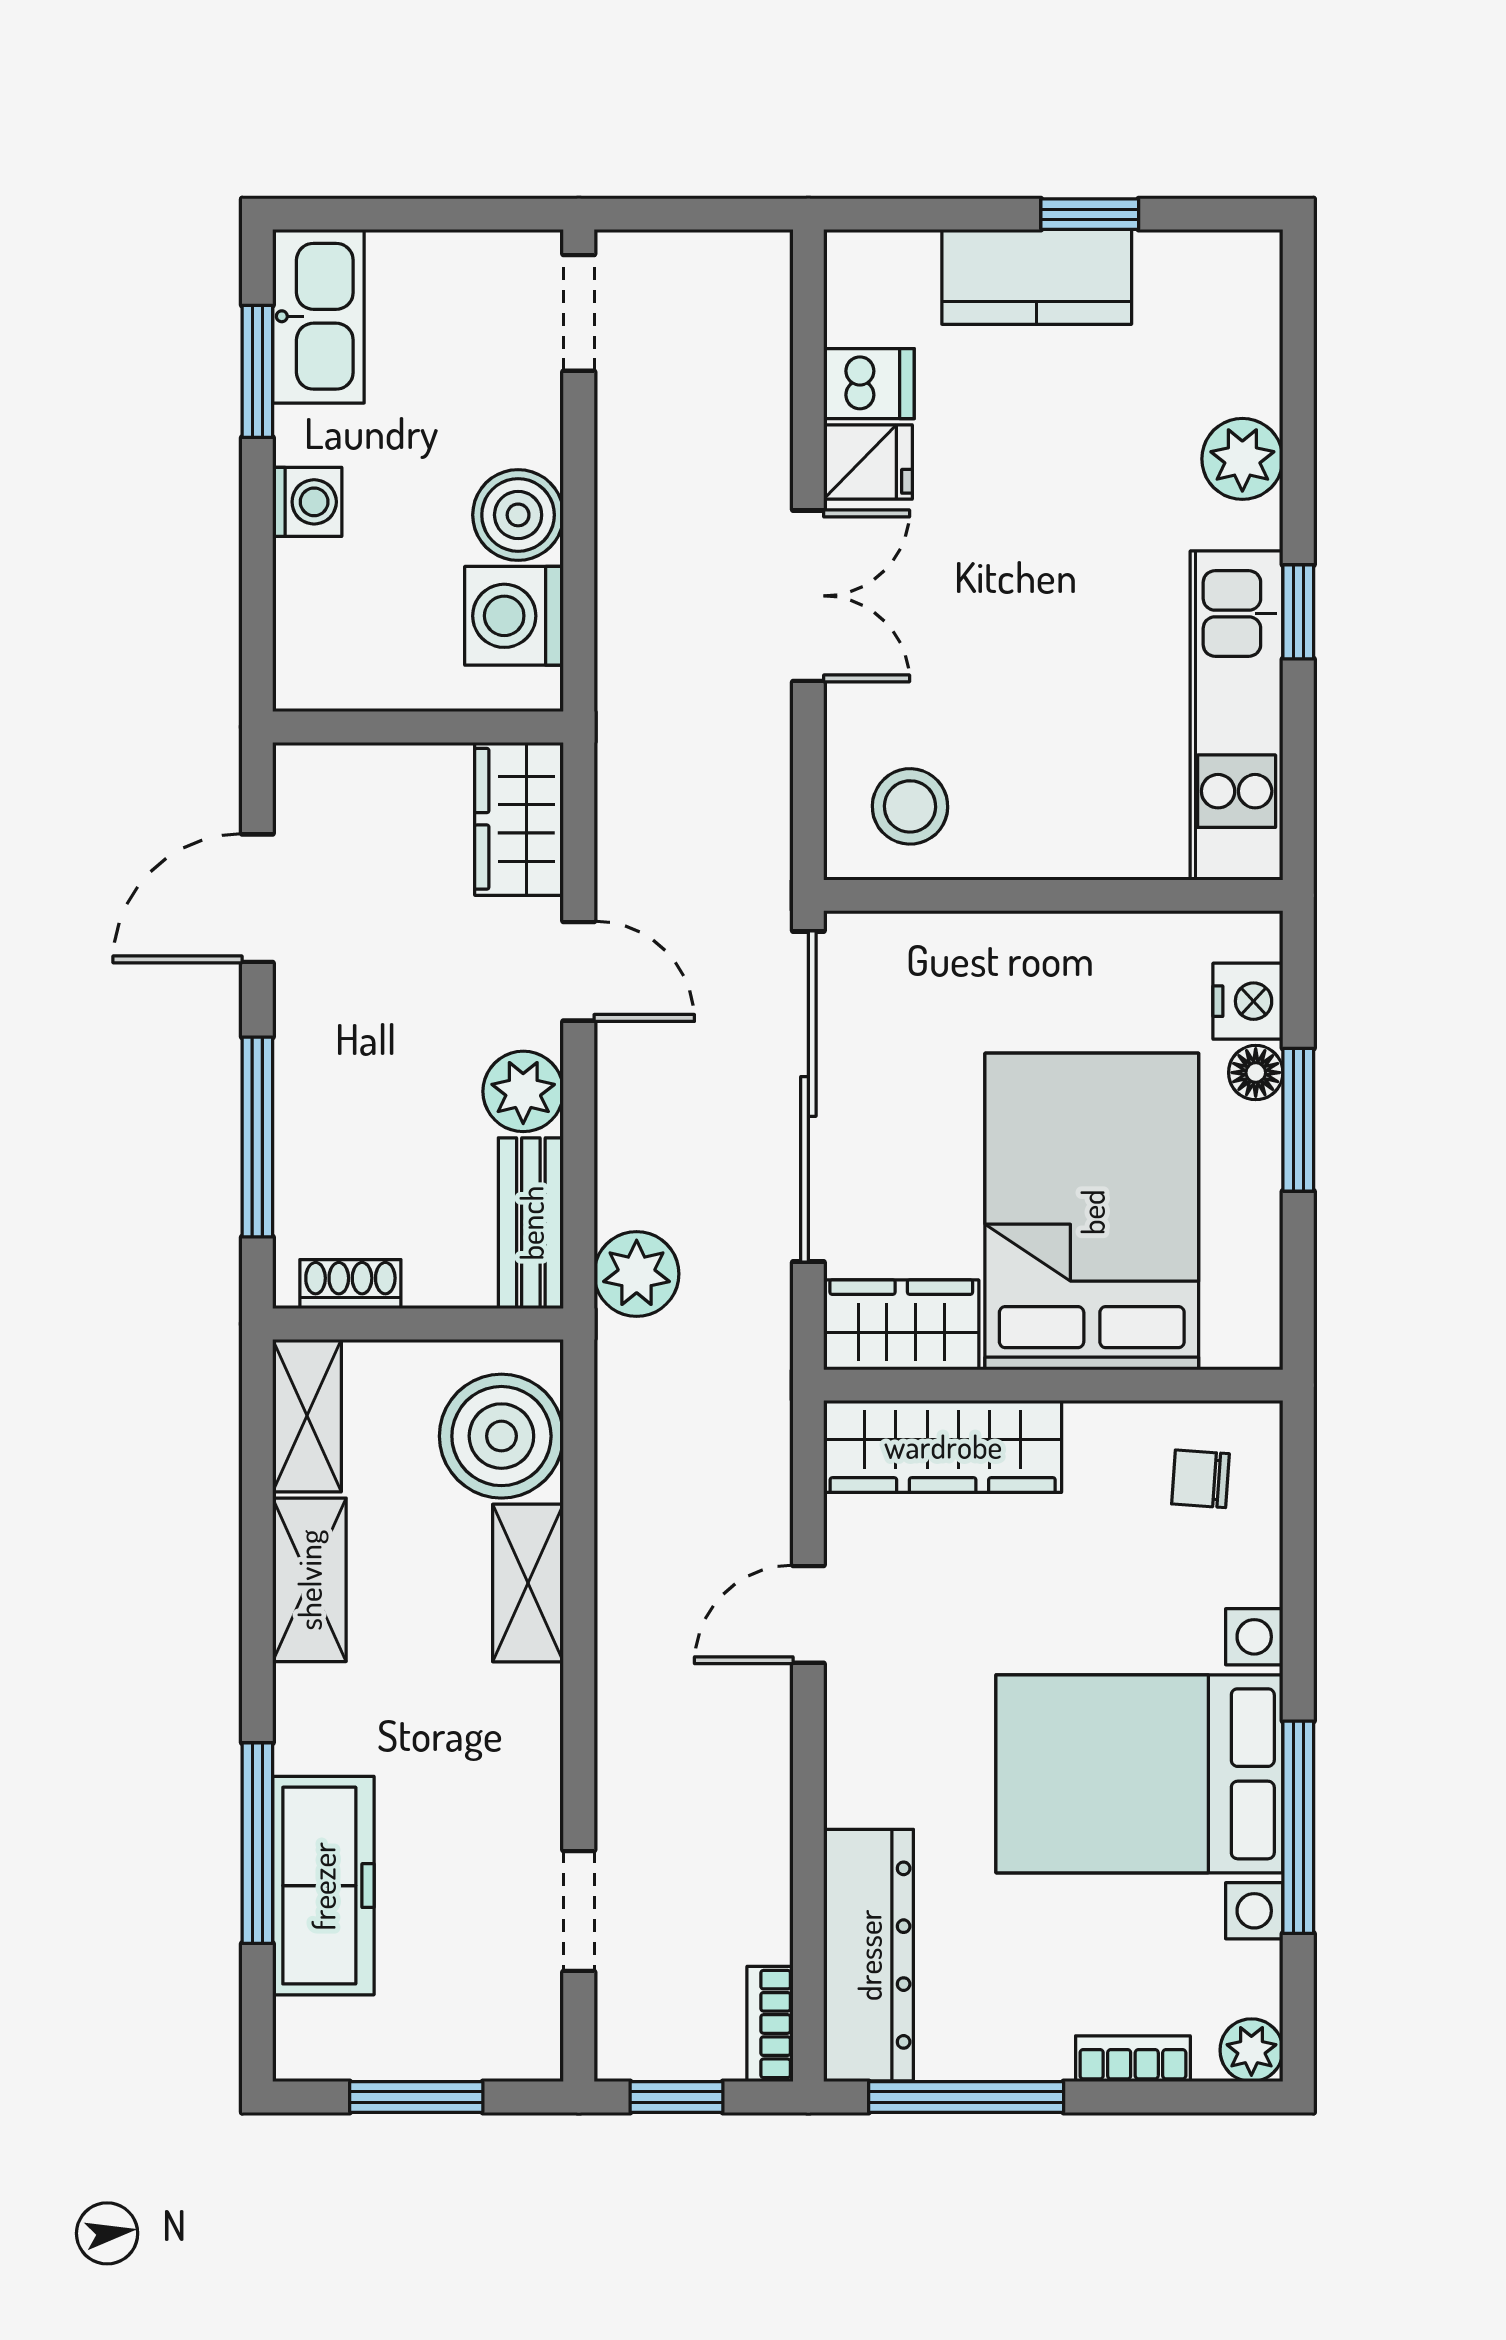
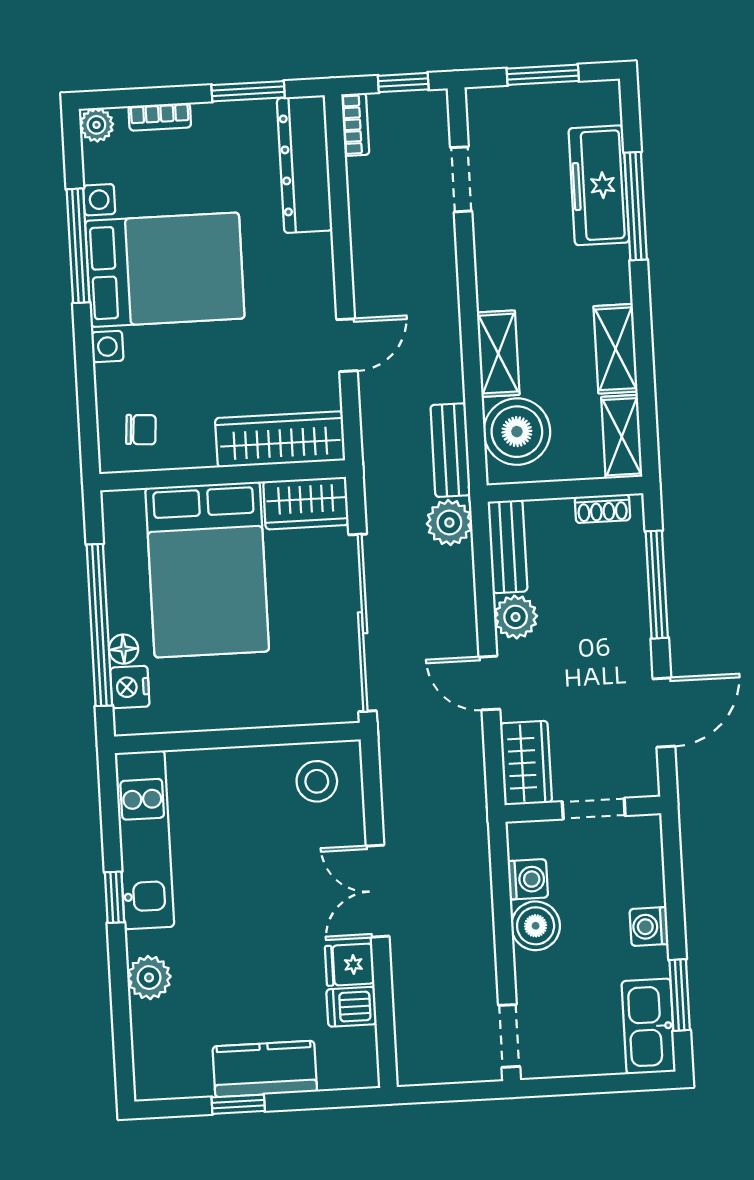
washing machine: (514, 616) -> (528, 879), width x0.73, depth x0.73
doorway: (398, 727) -> (594, 809), added
window: (1298, 1120) -> (99, 625), width x2.11
bench: (627, 1409) -> (450, 450), added
window: (966, 2097) -> (248, 91), width x0.69

